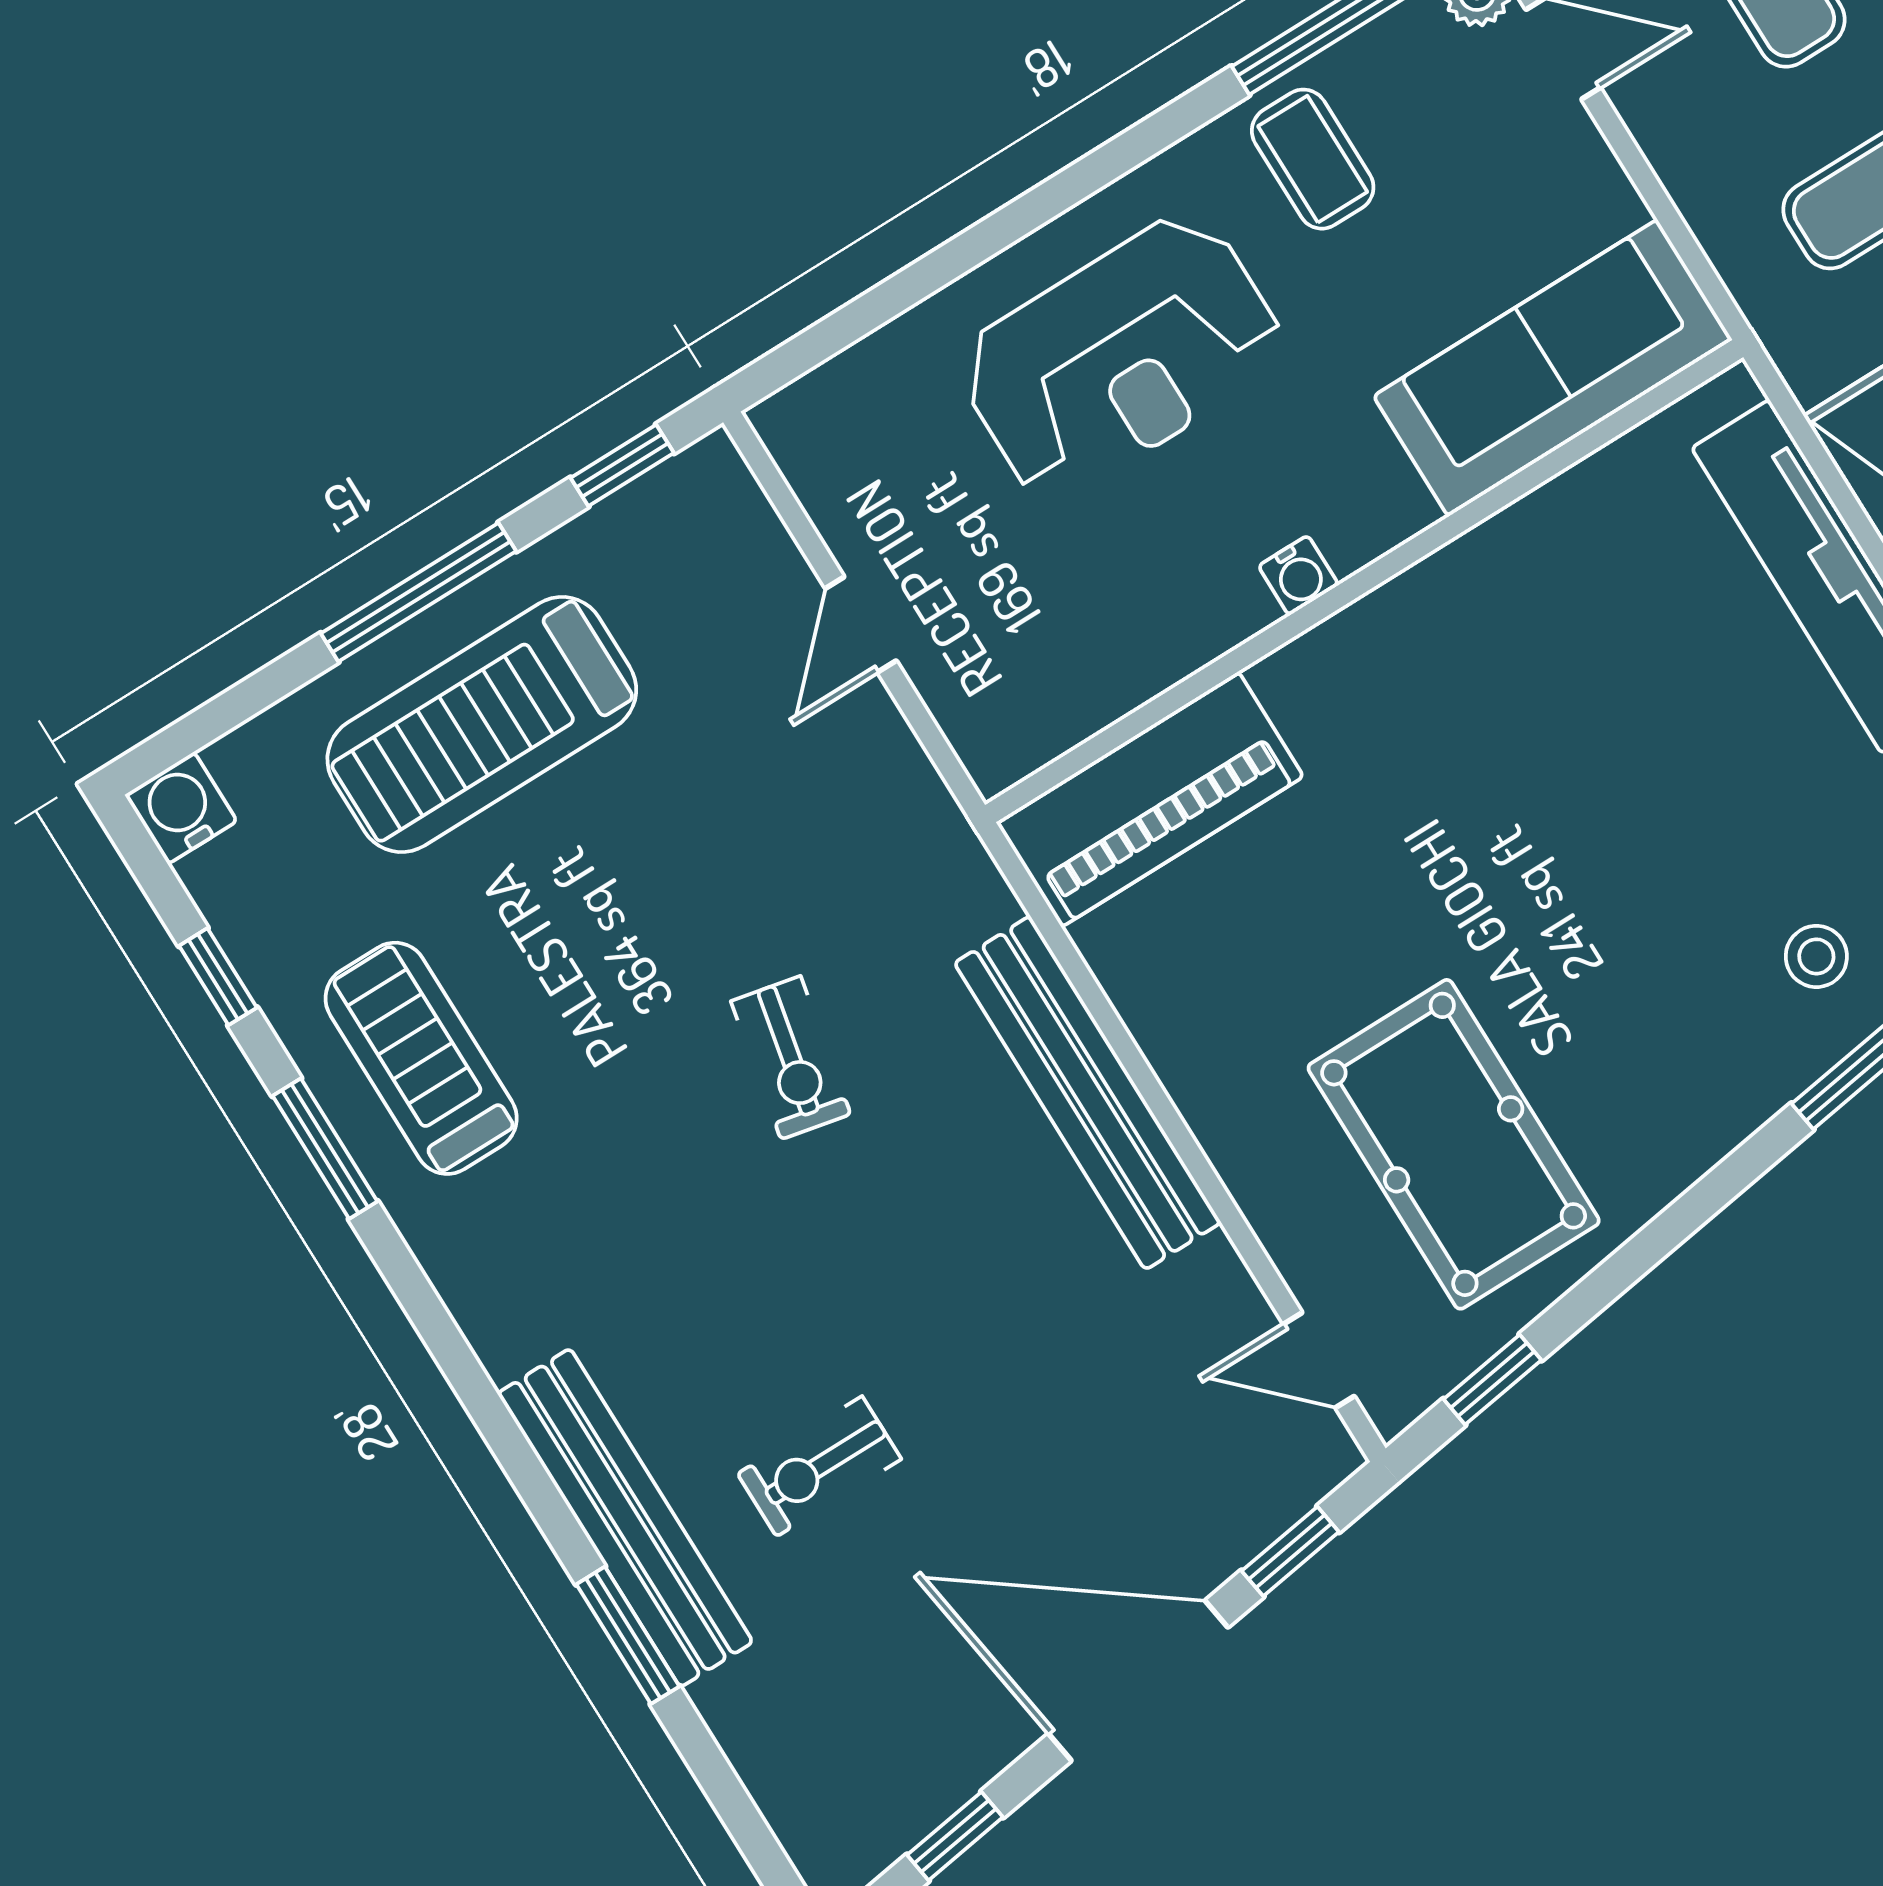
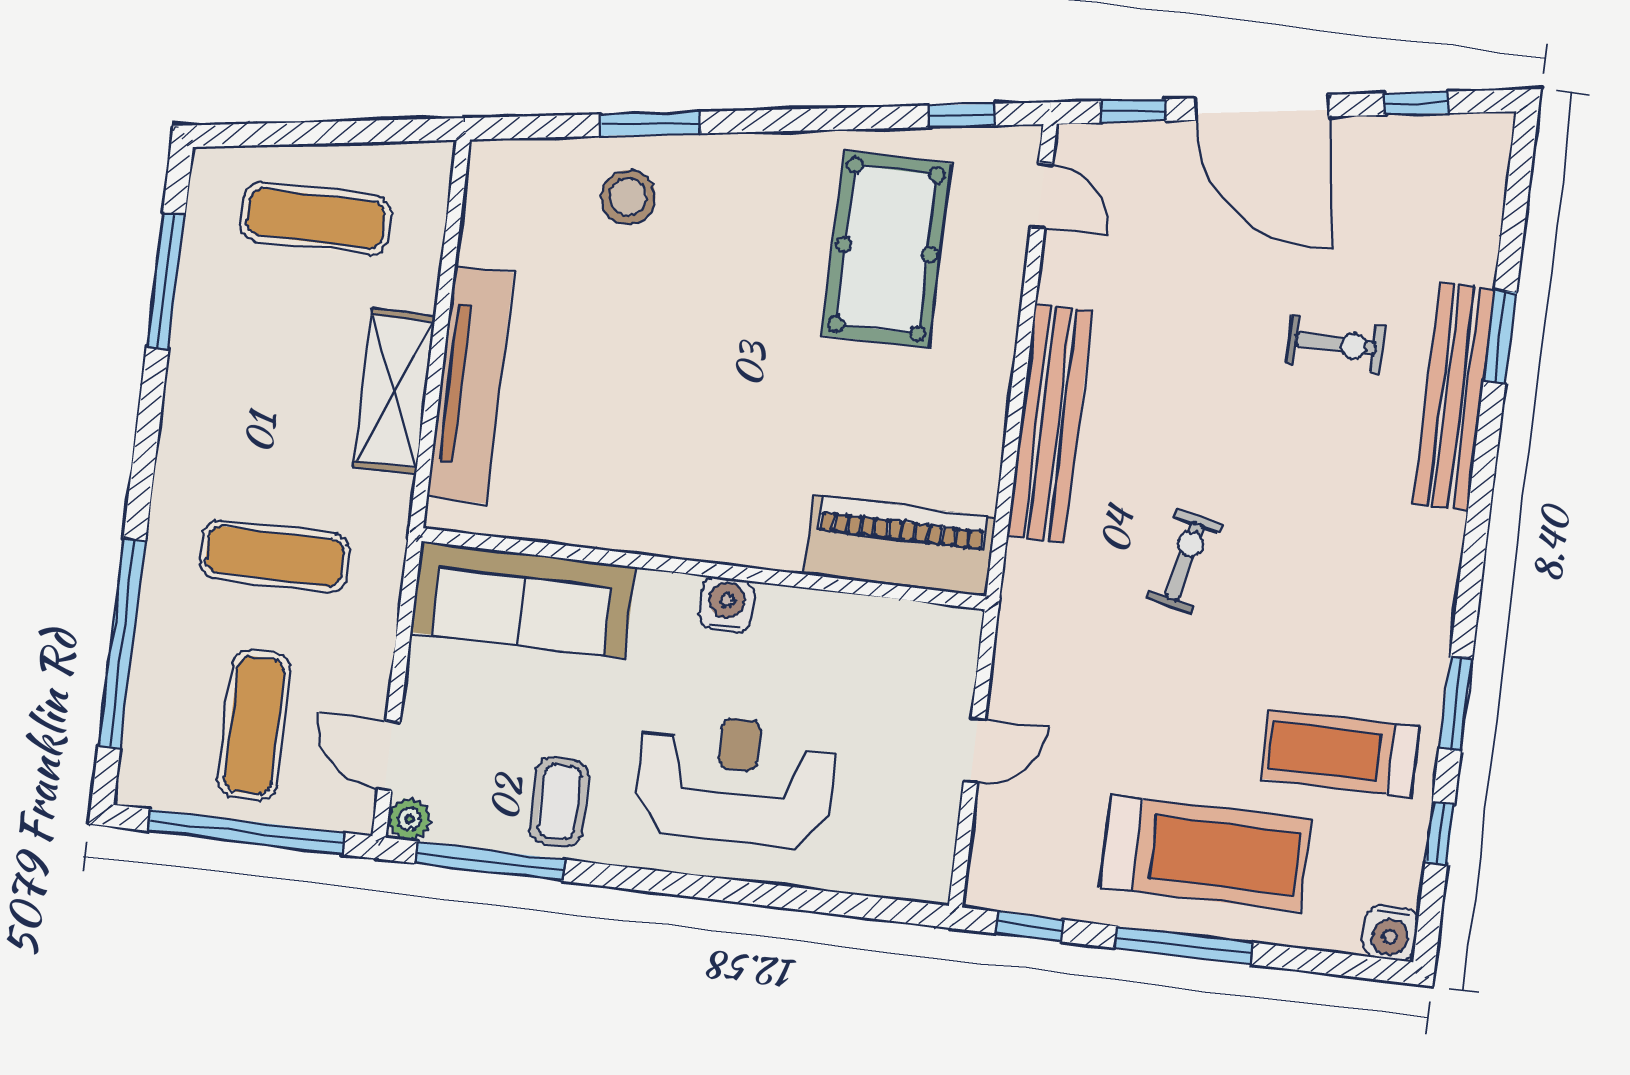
water cooler: (1298, 575) -> (727, 605), width x1.38, depth x1.38
stool: (1816, 956) -> (628, 197), width x1.37, depth x1.37
treadmill: (421, 1058) -> (1340, 753), moved, turned 90

